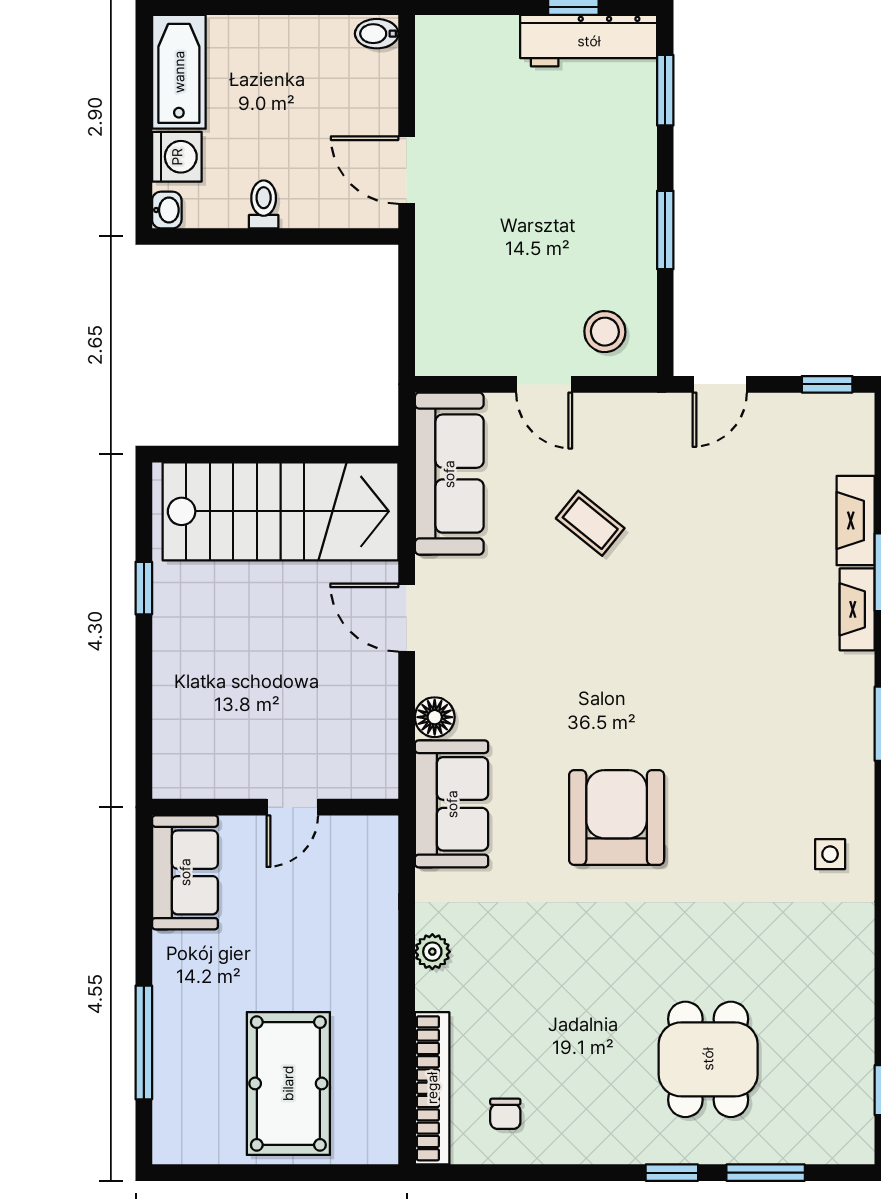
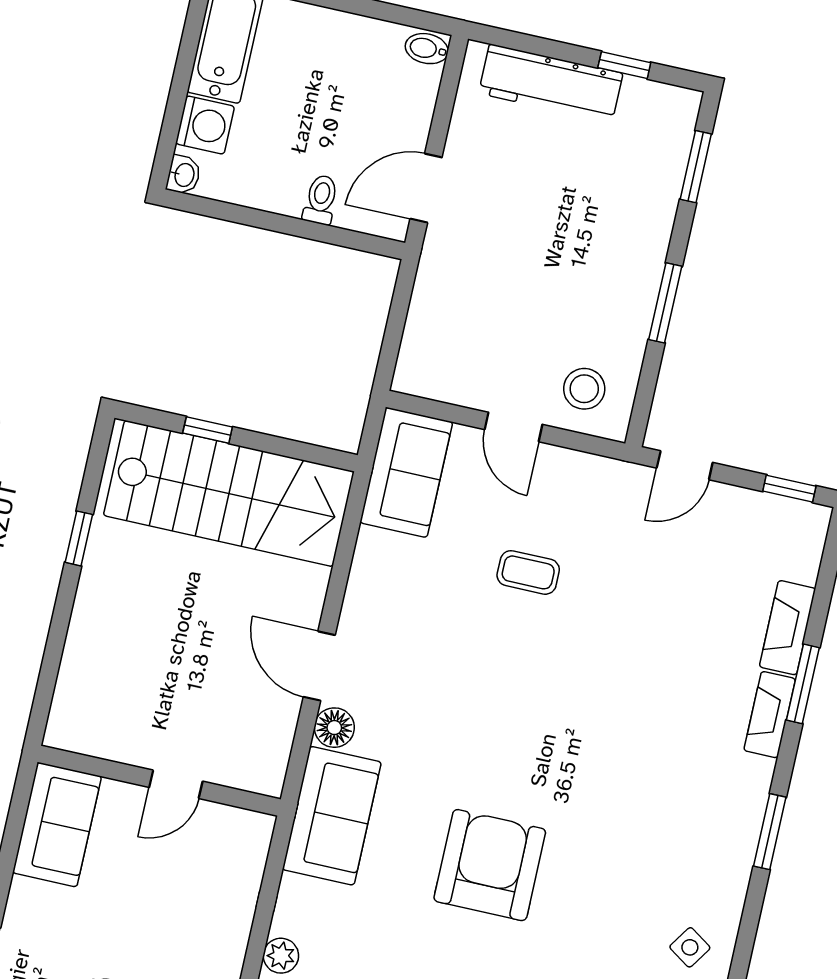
workbench: (589, 41) -> (551, 83), moved
door: (407, 170) -> (426, 188), hinge flipped
toilet: (264, 204) -> (321, 200), moved
window: (246, 454) -> (208, 430), added
sofa: (449, 474) -> (406, 472), width x0.73
coffee table: (590, 523) -> (528, 572), turned -39
door: (407, 618) -> (319, 666), moved
side table: (830, 854) -> (690, 947), turned 34

